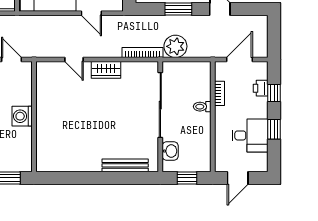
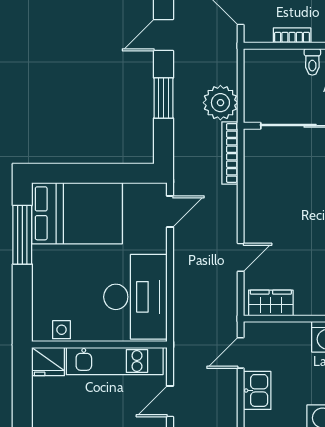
door: (91, 13) -> (170, 211), moved
wardrobe: (106, 70) -> (271, 303), moved, turned -90

